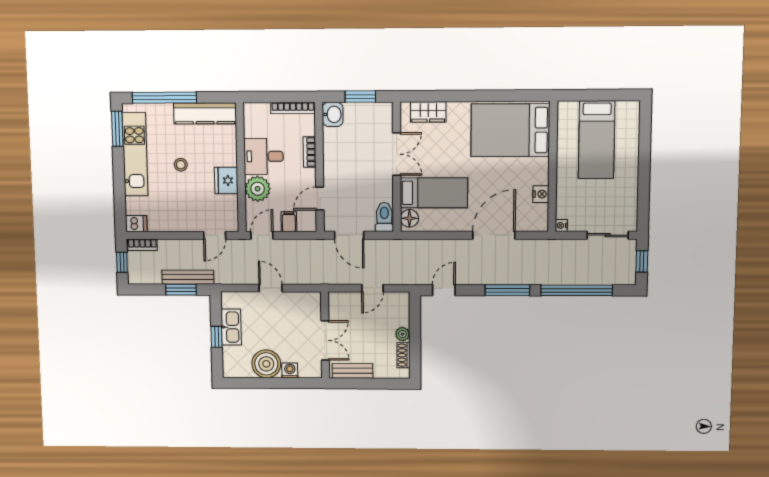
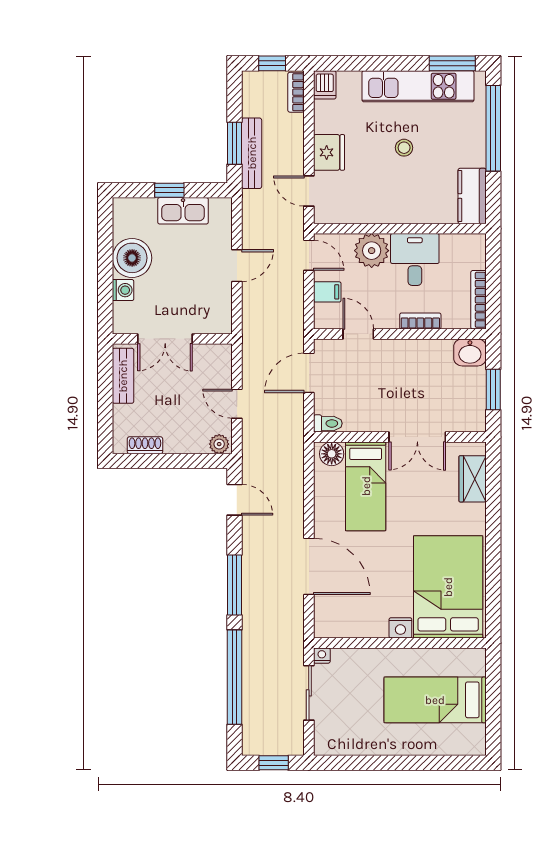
kitchen counter: (205, 113) -> (472, 196), width x0.67
fridge: (226, 180) -> (329, 152), moved, turned 90
nightstand: (541, 194) -> (400, 628), moved
toilet: (384, 217) -> (328, 423), width x0.73, depth x0.72
sliding door: (608, 235) -> (309, 693), moved
plant: (402, 334) -> (219, 444), moved

